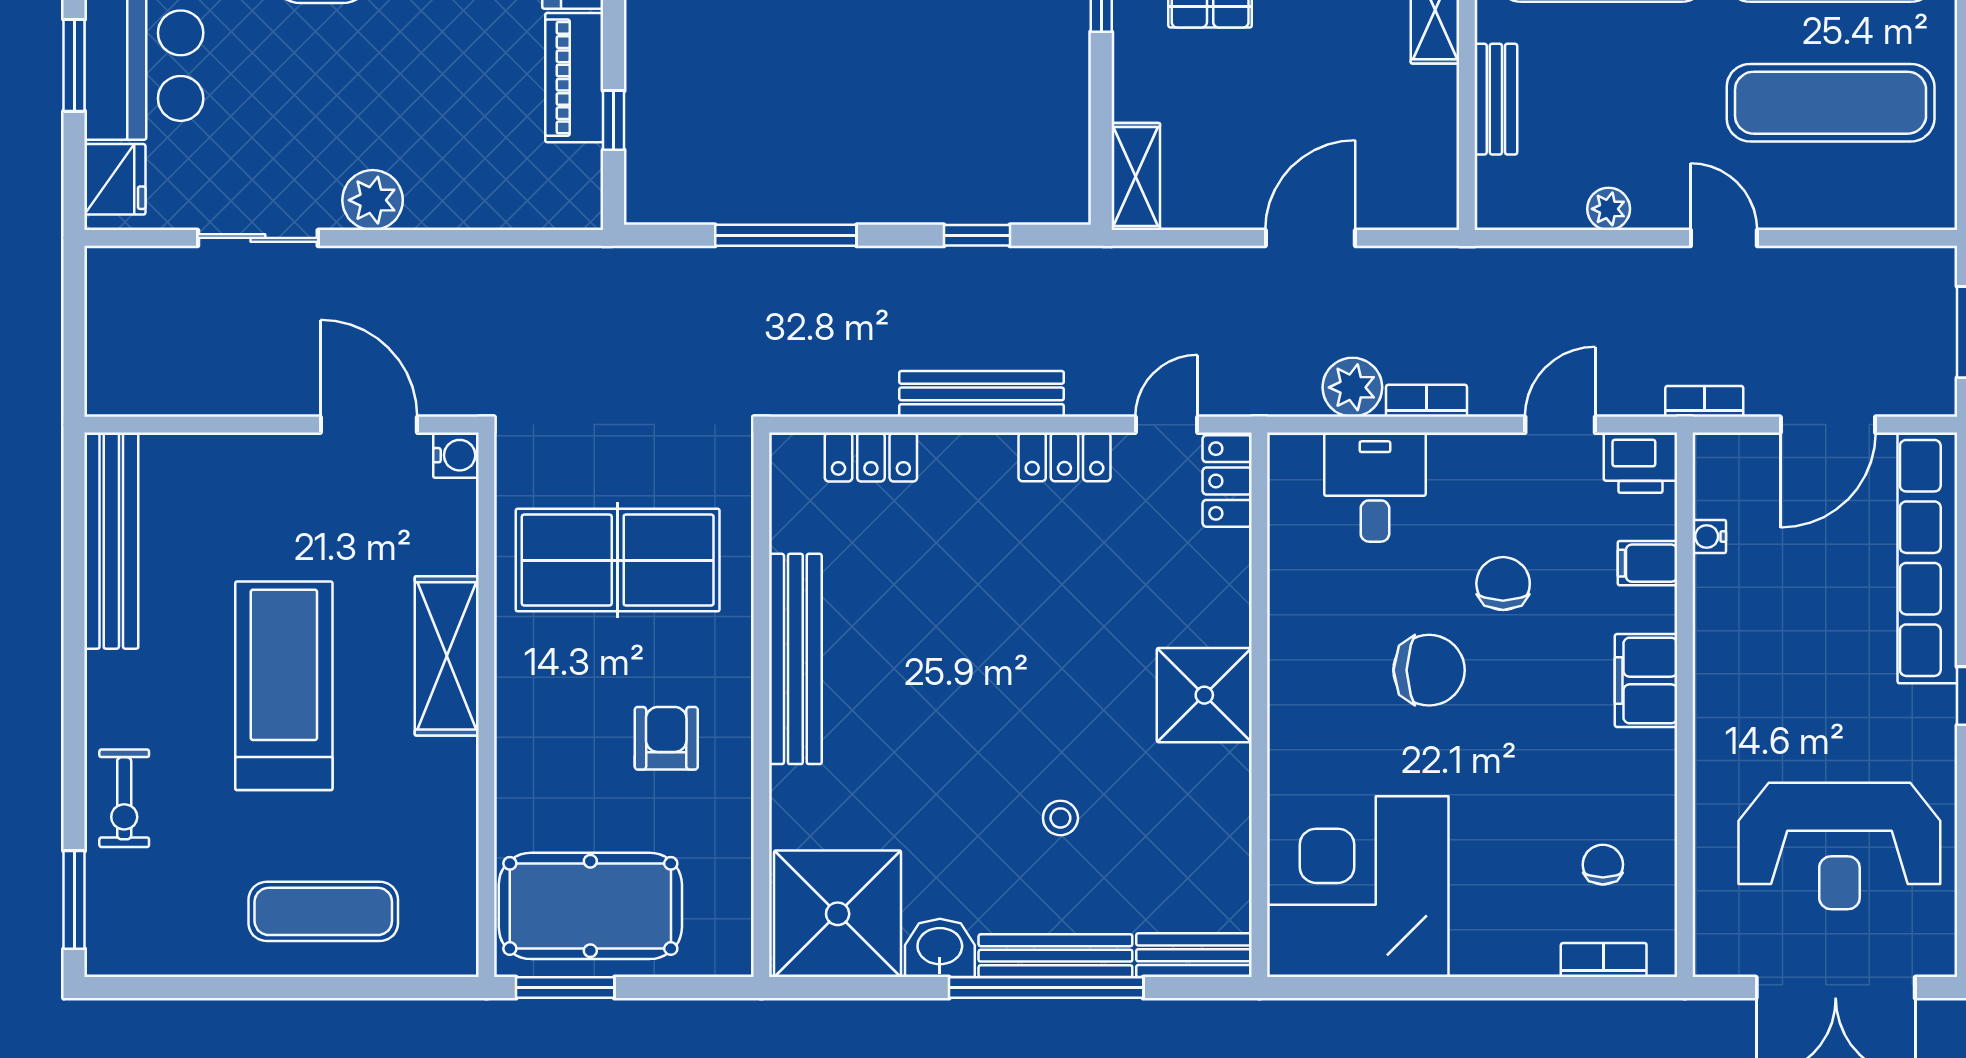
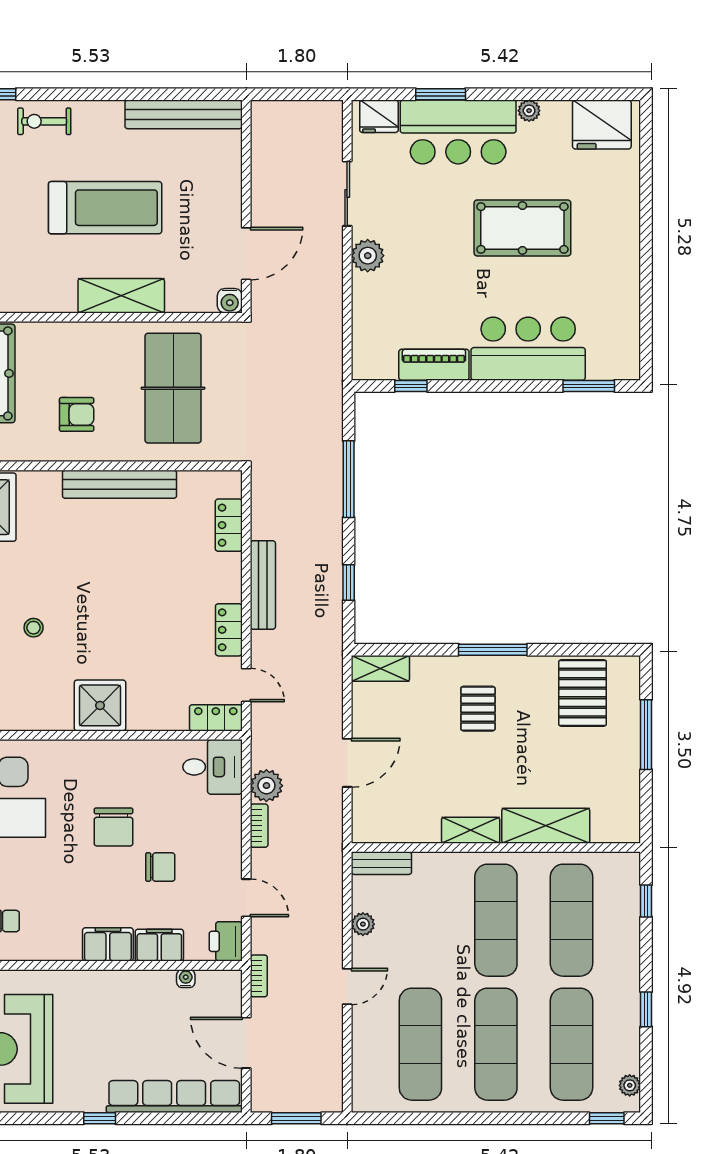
bench: (1496, 99) -> (381, 863), moved
door: (1310, 238) -> (347, 763), hinge flipped
desk: (1375, 487) -> (212, 767), moved
filing cabinet: (1647, 563) -> (159, 945), width x2.00

